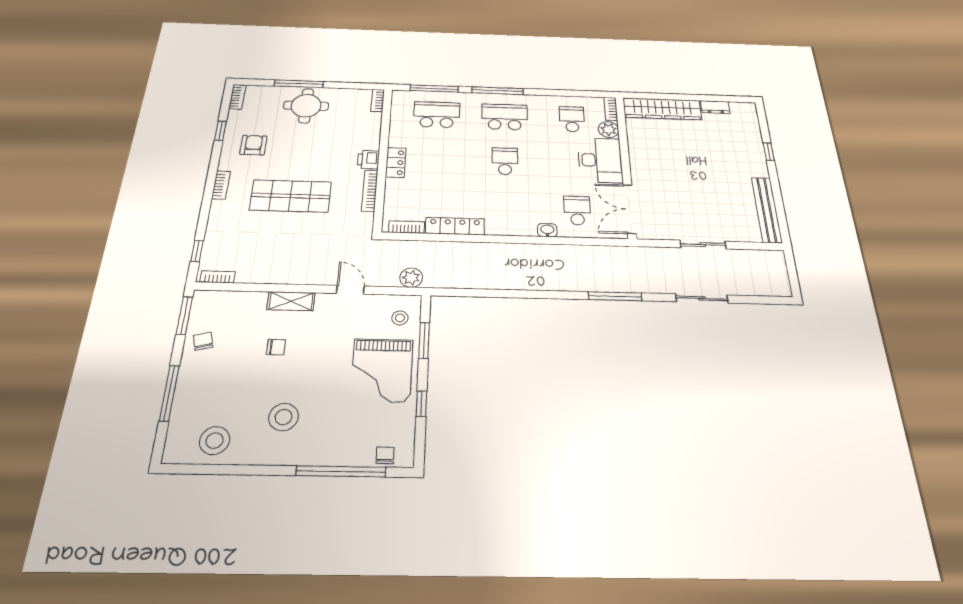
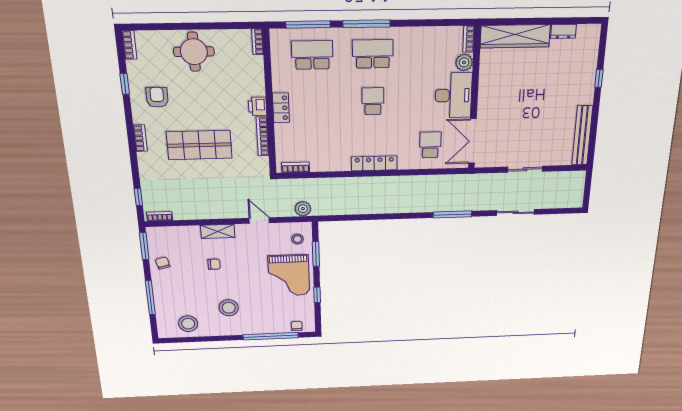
window: (299, 84) -> (182, 26), removed
school desk: (572, 119) -> (433, 53), removed
locker: (455, 226) -> (374, 163), moved
washbasin: (547, 230) -> (406, 164), removed

